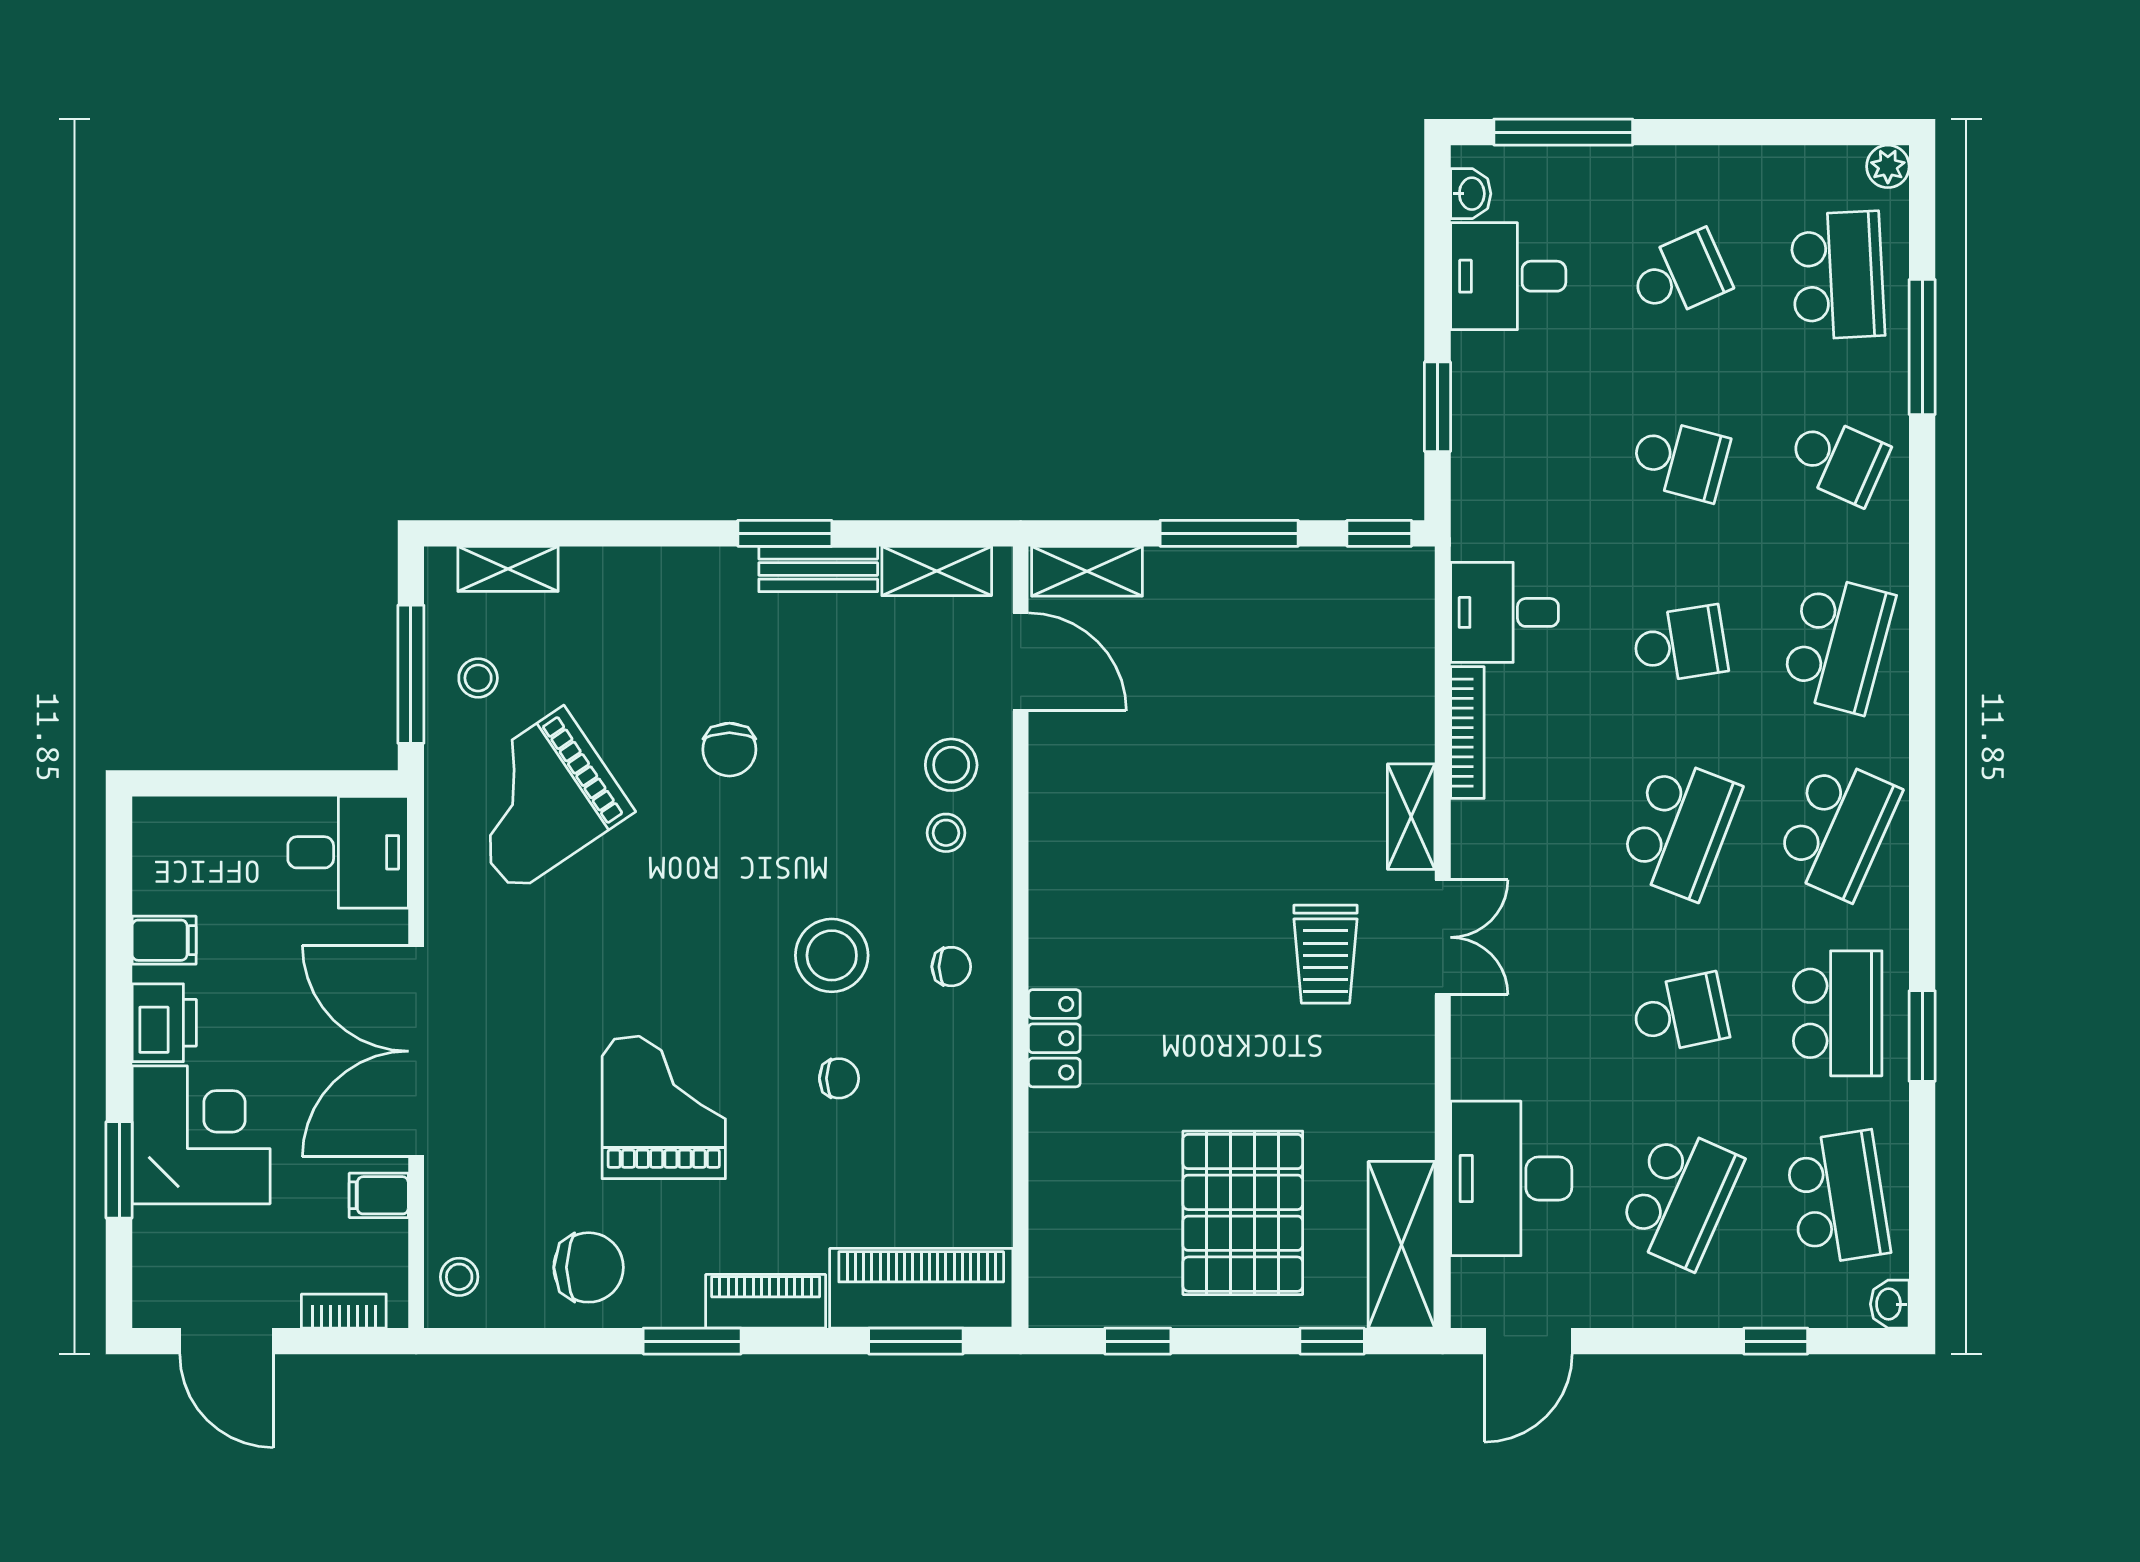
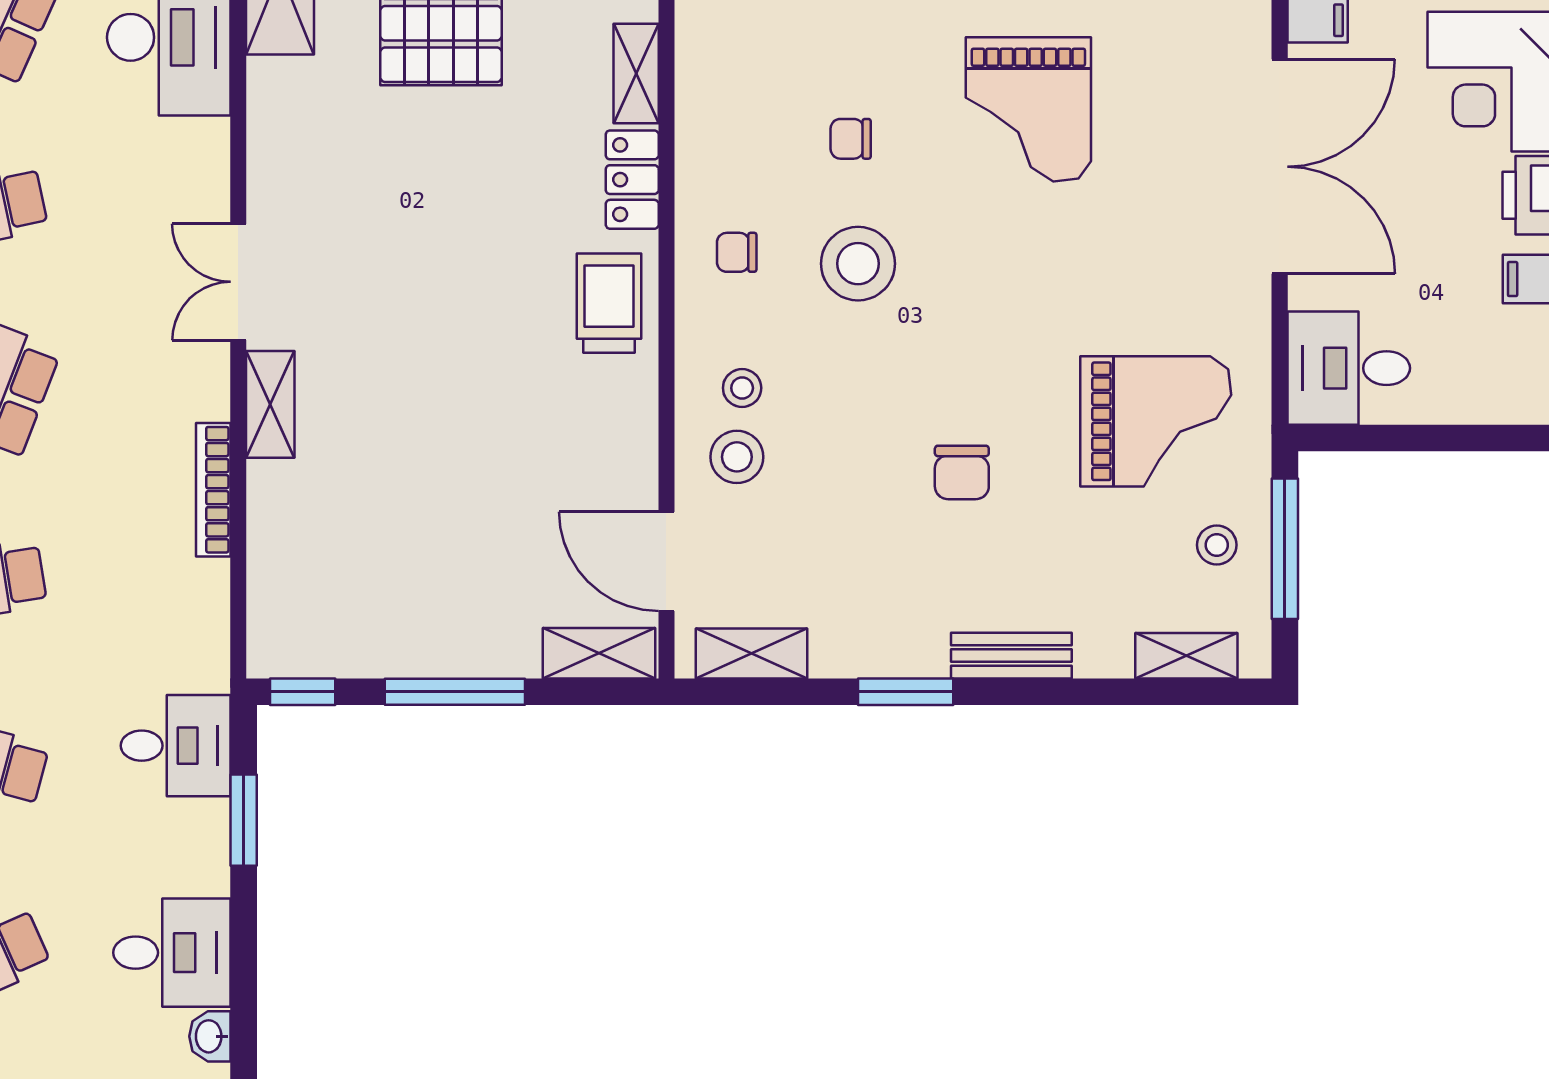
bench: (818, 569) -> (1011, 656), moved
desk: (1504, 612) -> (176, 746), moved
chair: (729, 750) -> (962, 472), turned 180
grand piano: (538, 800) -> (1156, 421), turned 34
trolley: (1325, 954) -> (609, 303), moved
shelving: (1050, 1143) -> (636, 74), added

